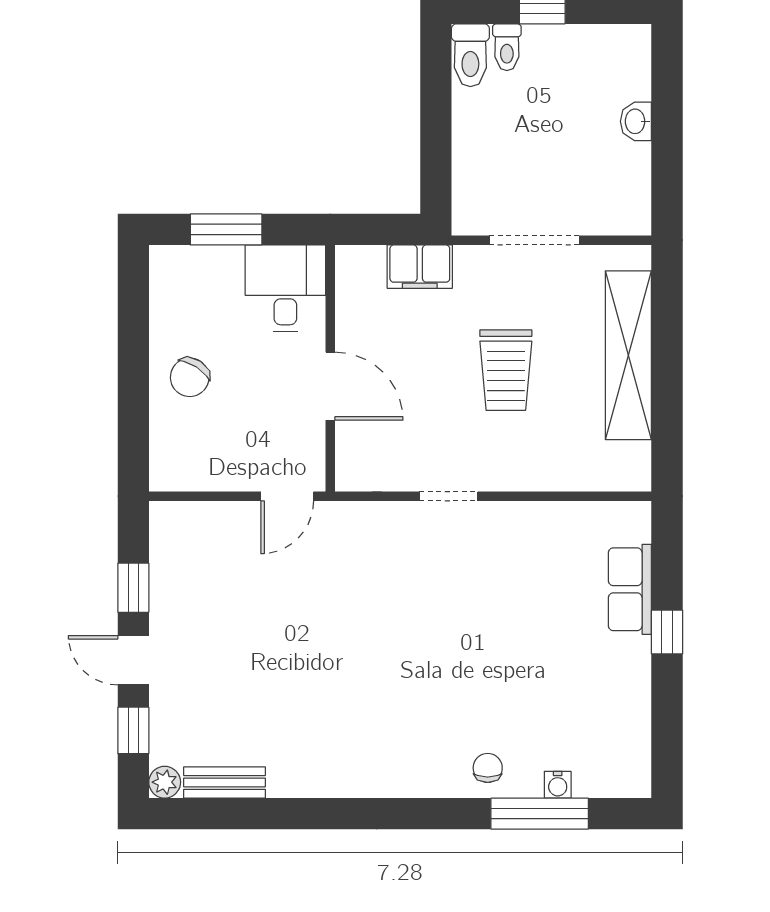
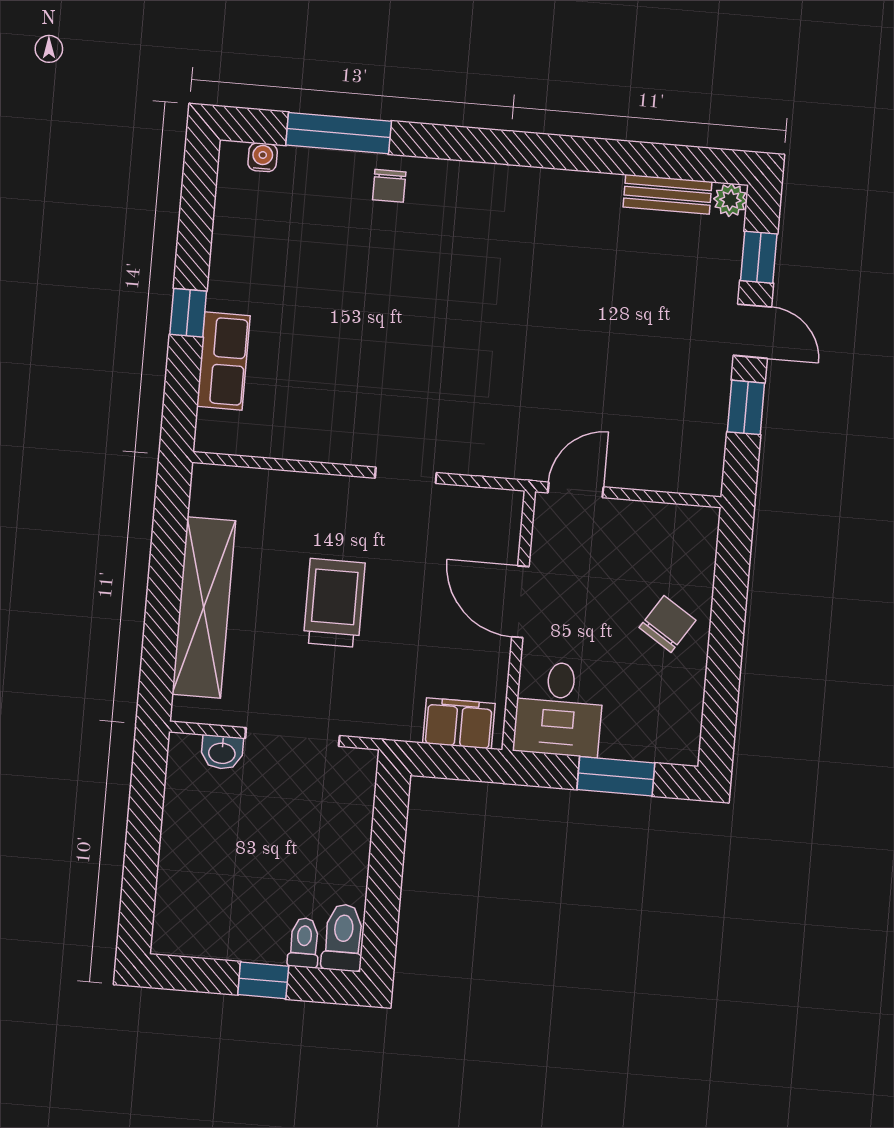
washbasin: (636, 121) -> (222, 752), moved, turned 90
filing cabinet: (420, 267) -> (459, 723), moved
water cooler: (558, 785) -> (263, 157), moved

